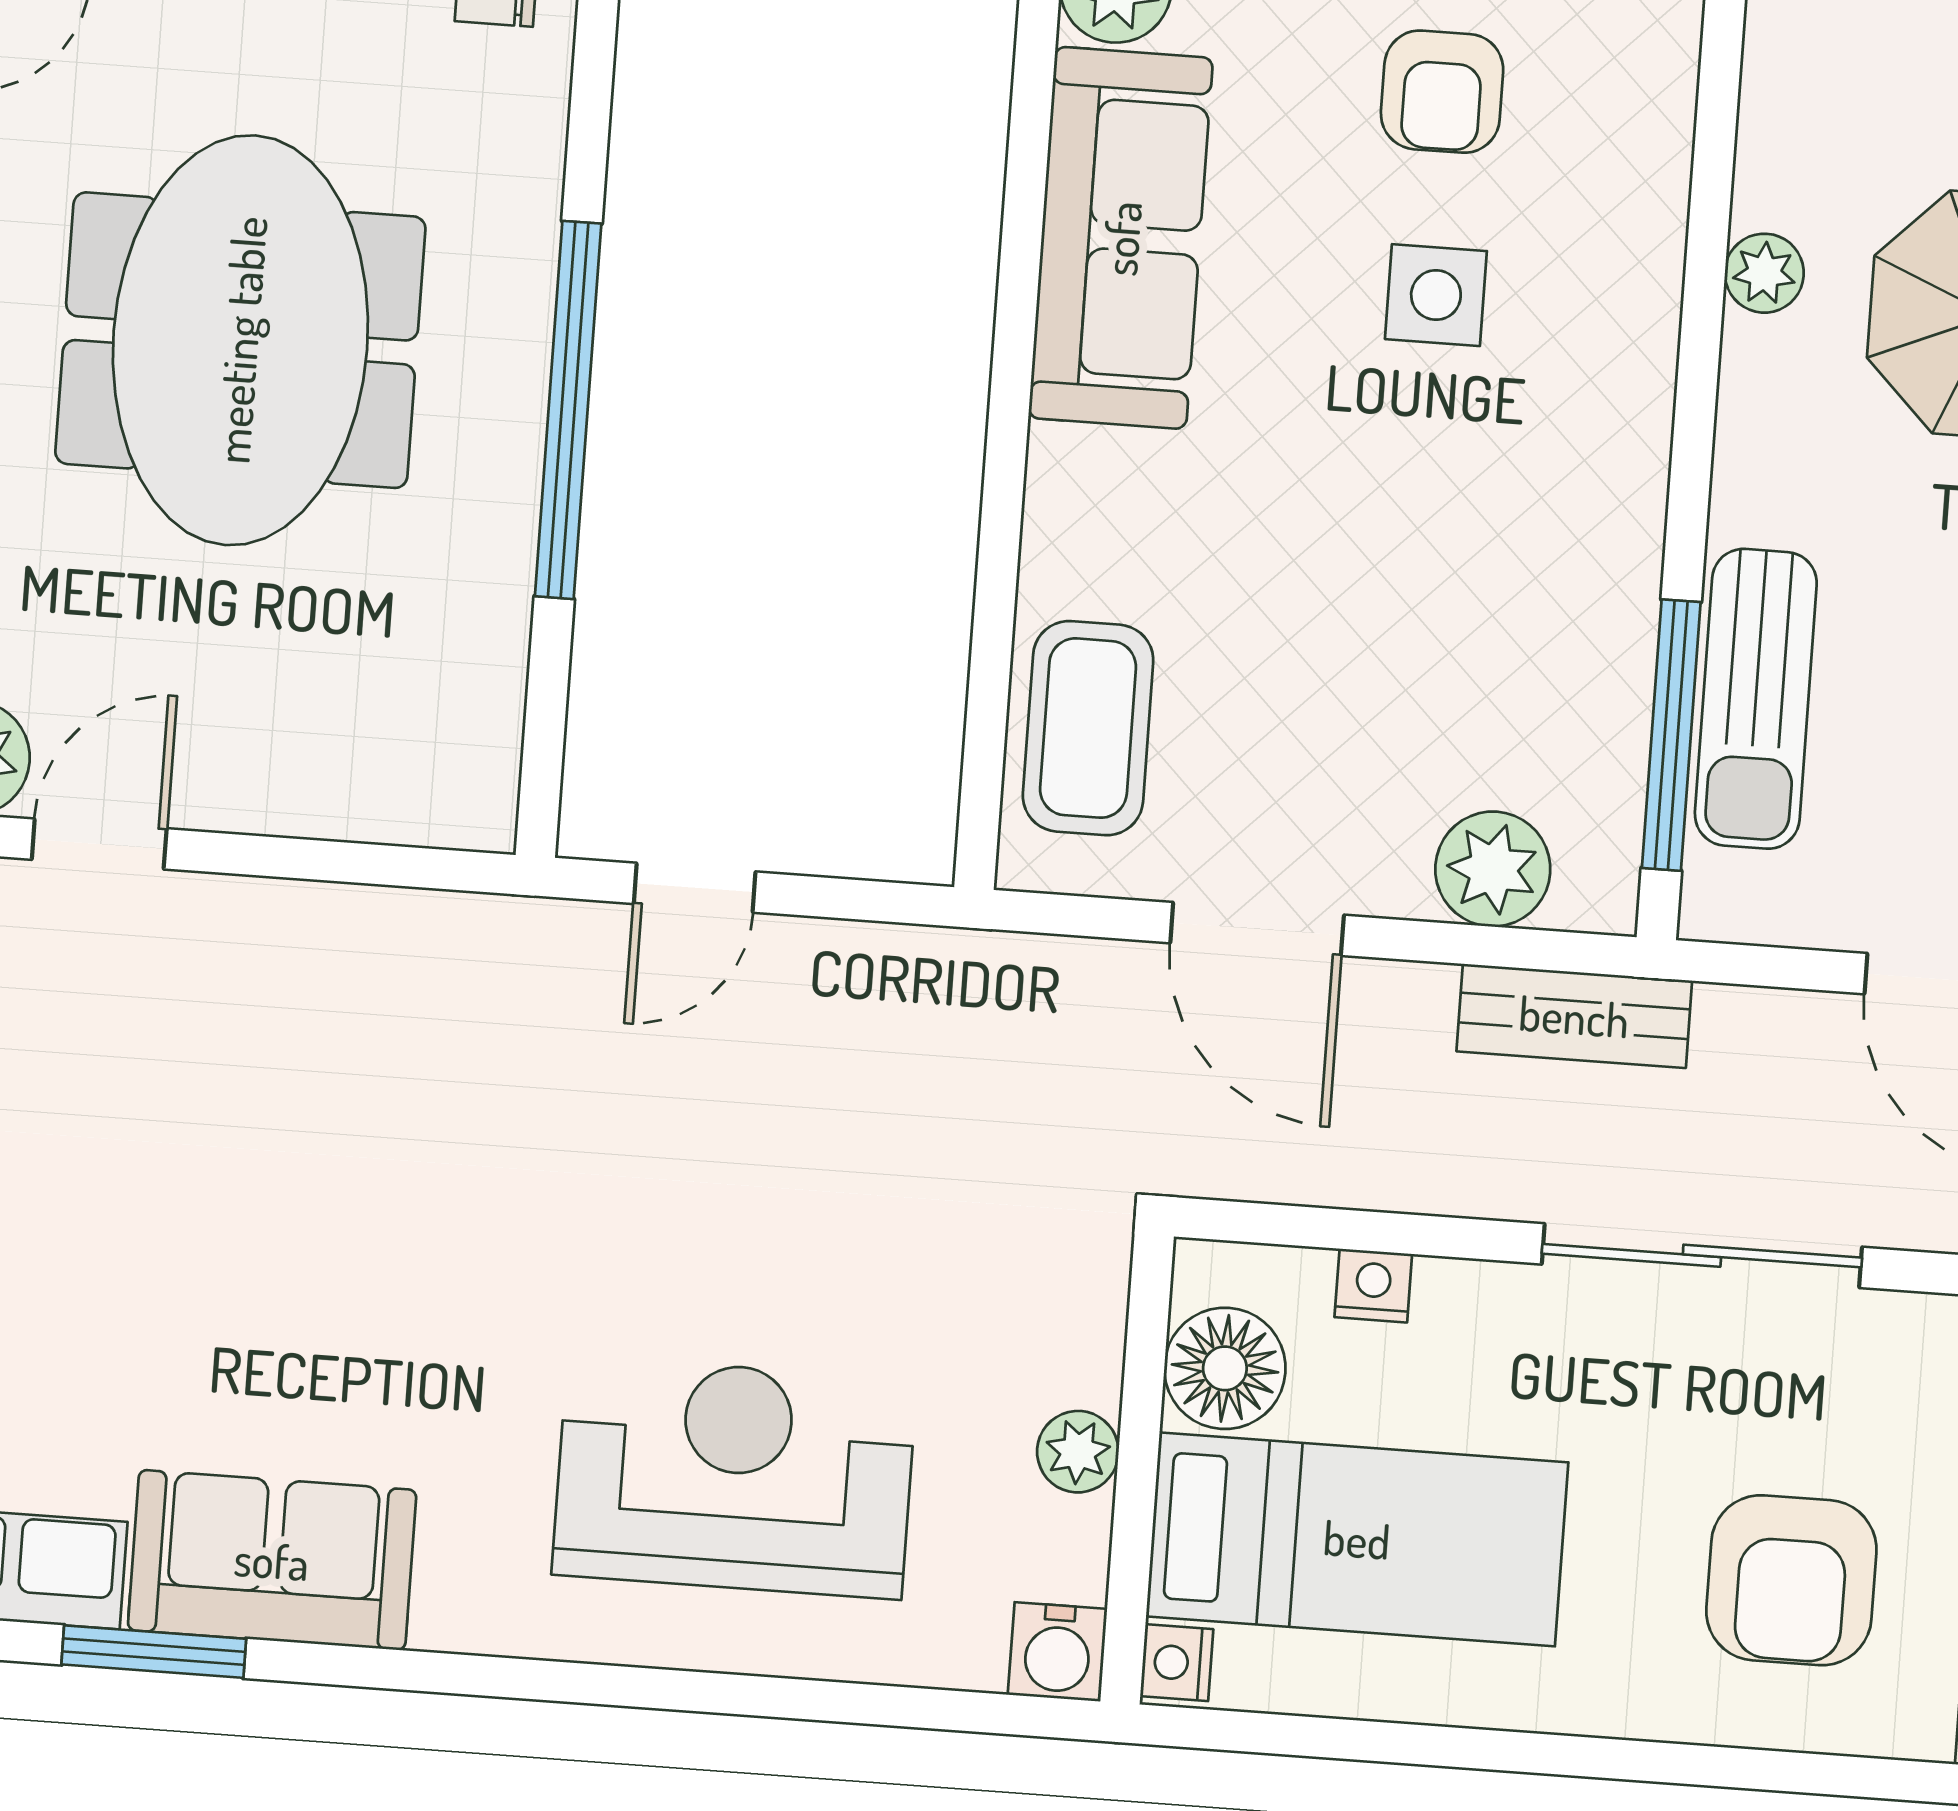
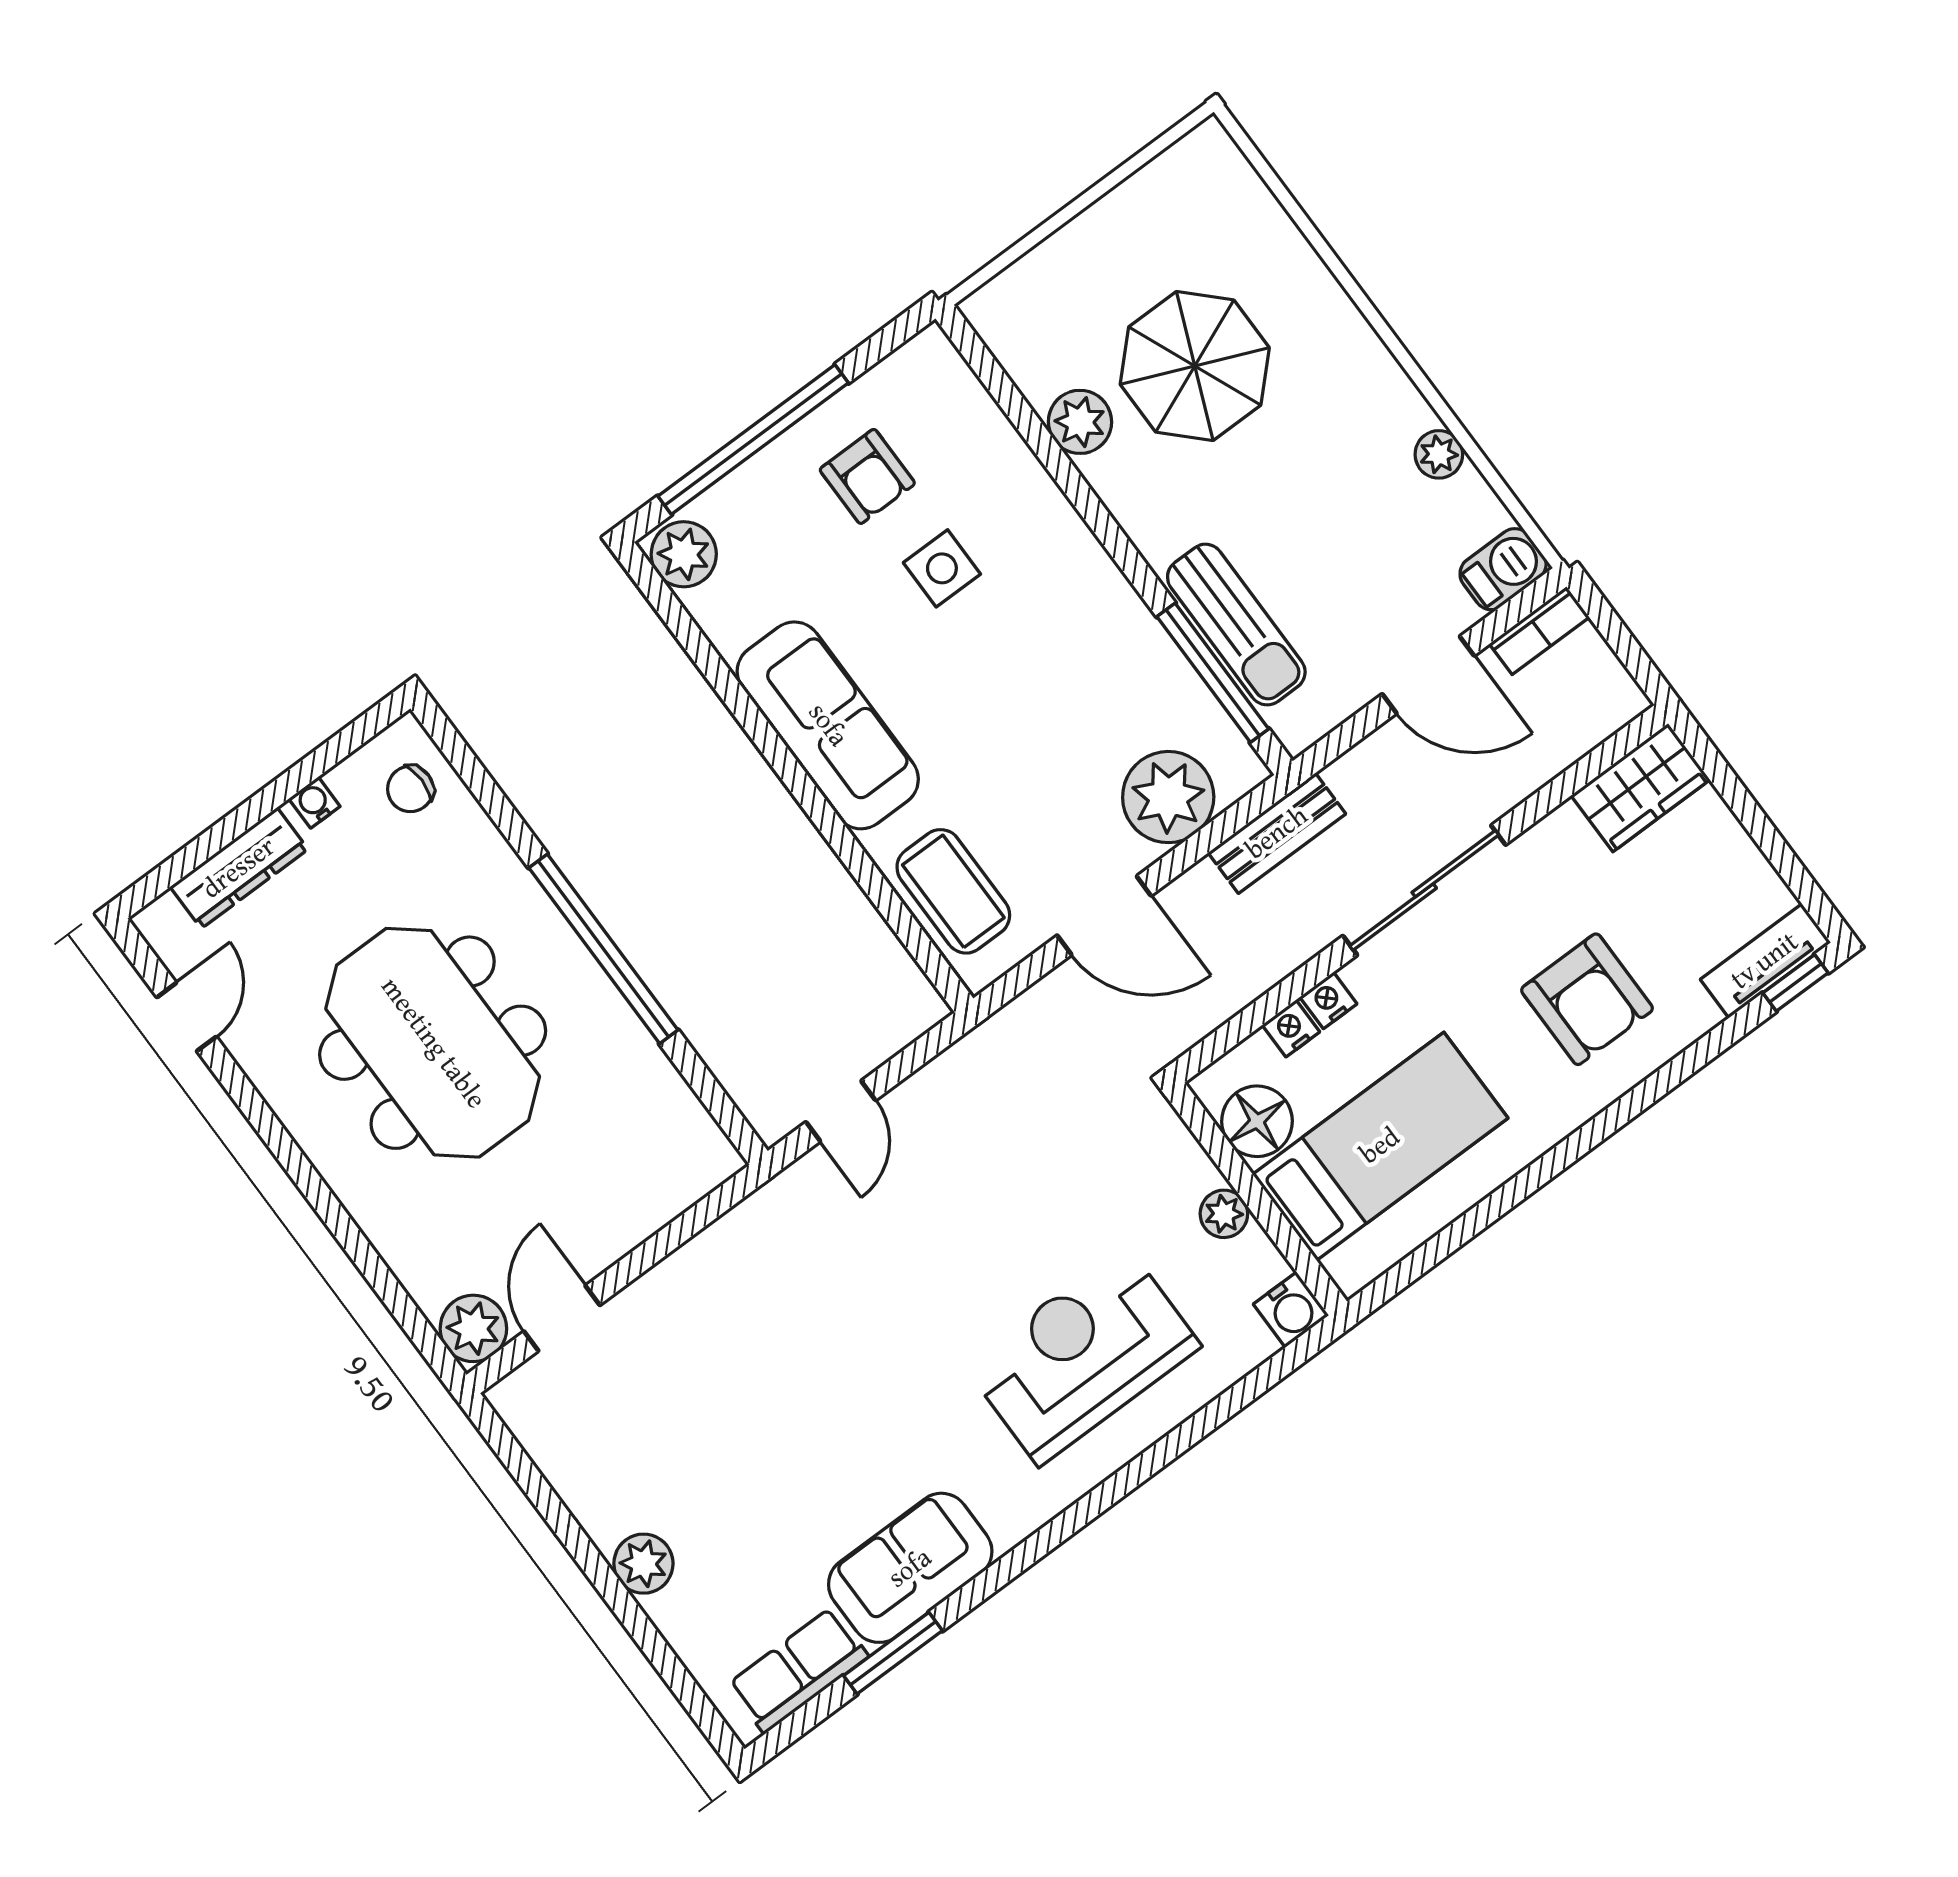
sofa: (1121, 238) -> (828, 725), moved
plant: (1764, 273) -> (1080, 422), width x1.38, depth x1.38
plant: (1493, 869) -> (1168, 797), width x1.36, depth x1.36
nightstand: (1177, 1663) -> (1328, 1000), moved, turned 90

